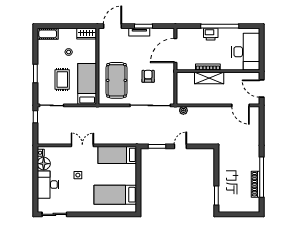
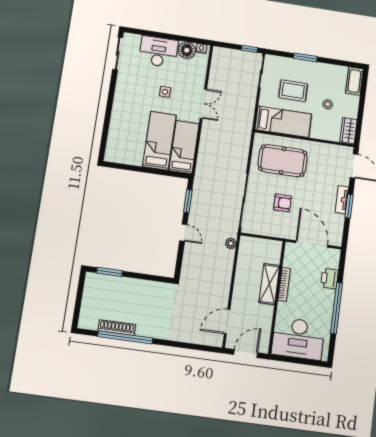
printer: (211, 34) -> (330, 279), moved
bed: (115, 195) -> (159, 141), moved

